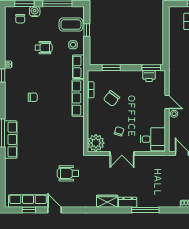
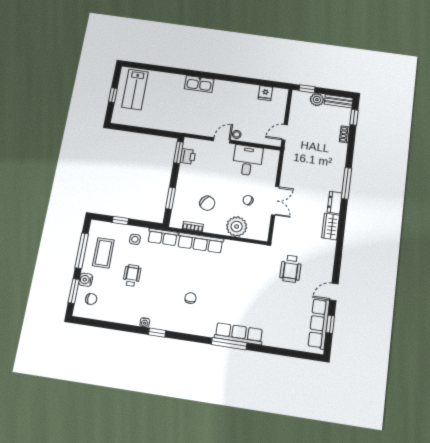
coffee table: (71, 25) -> (103, 253), moved
desk: (153, 139) -> (247, 160), moved
plant: (96, 143) -> (237, 227), moved

